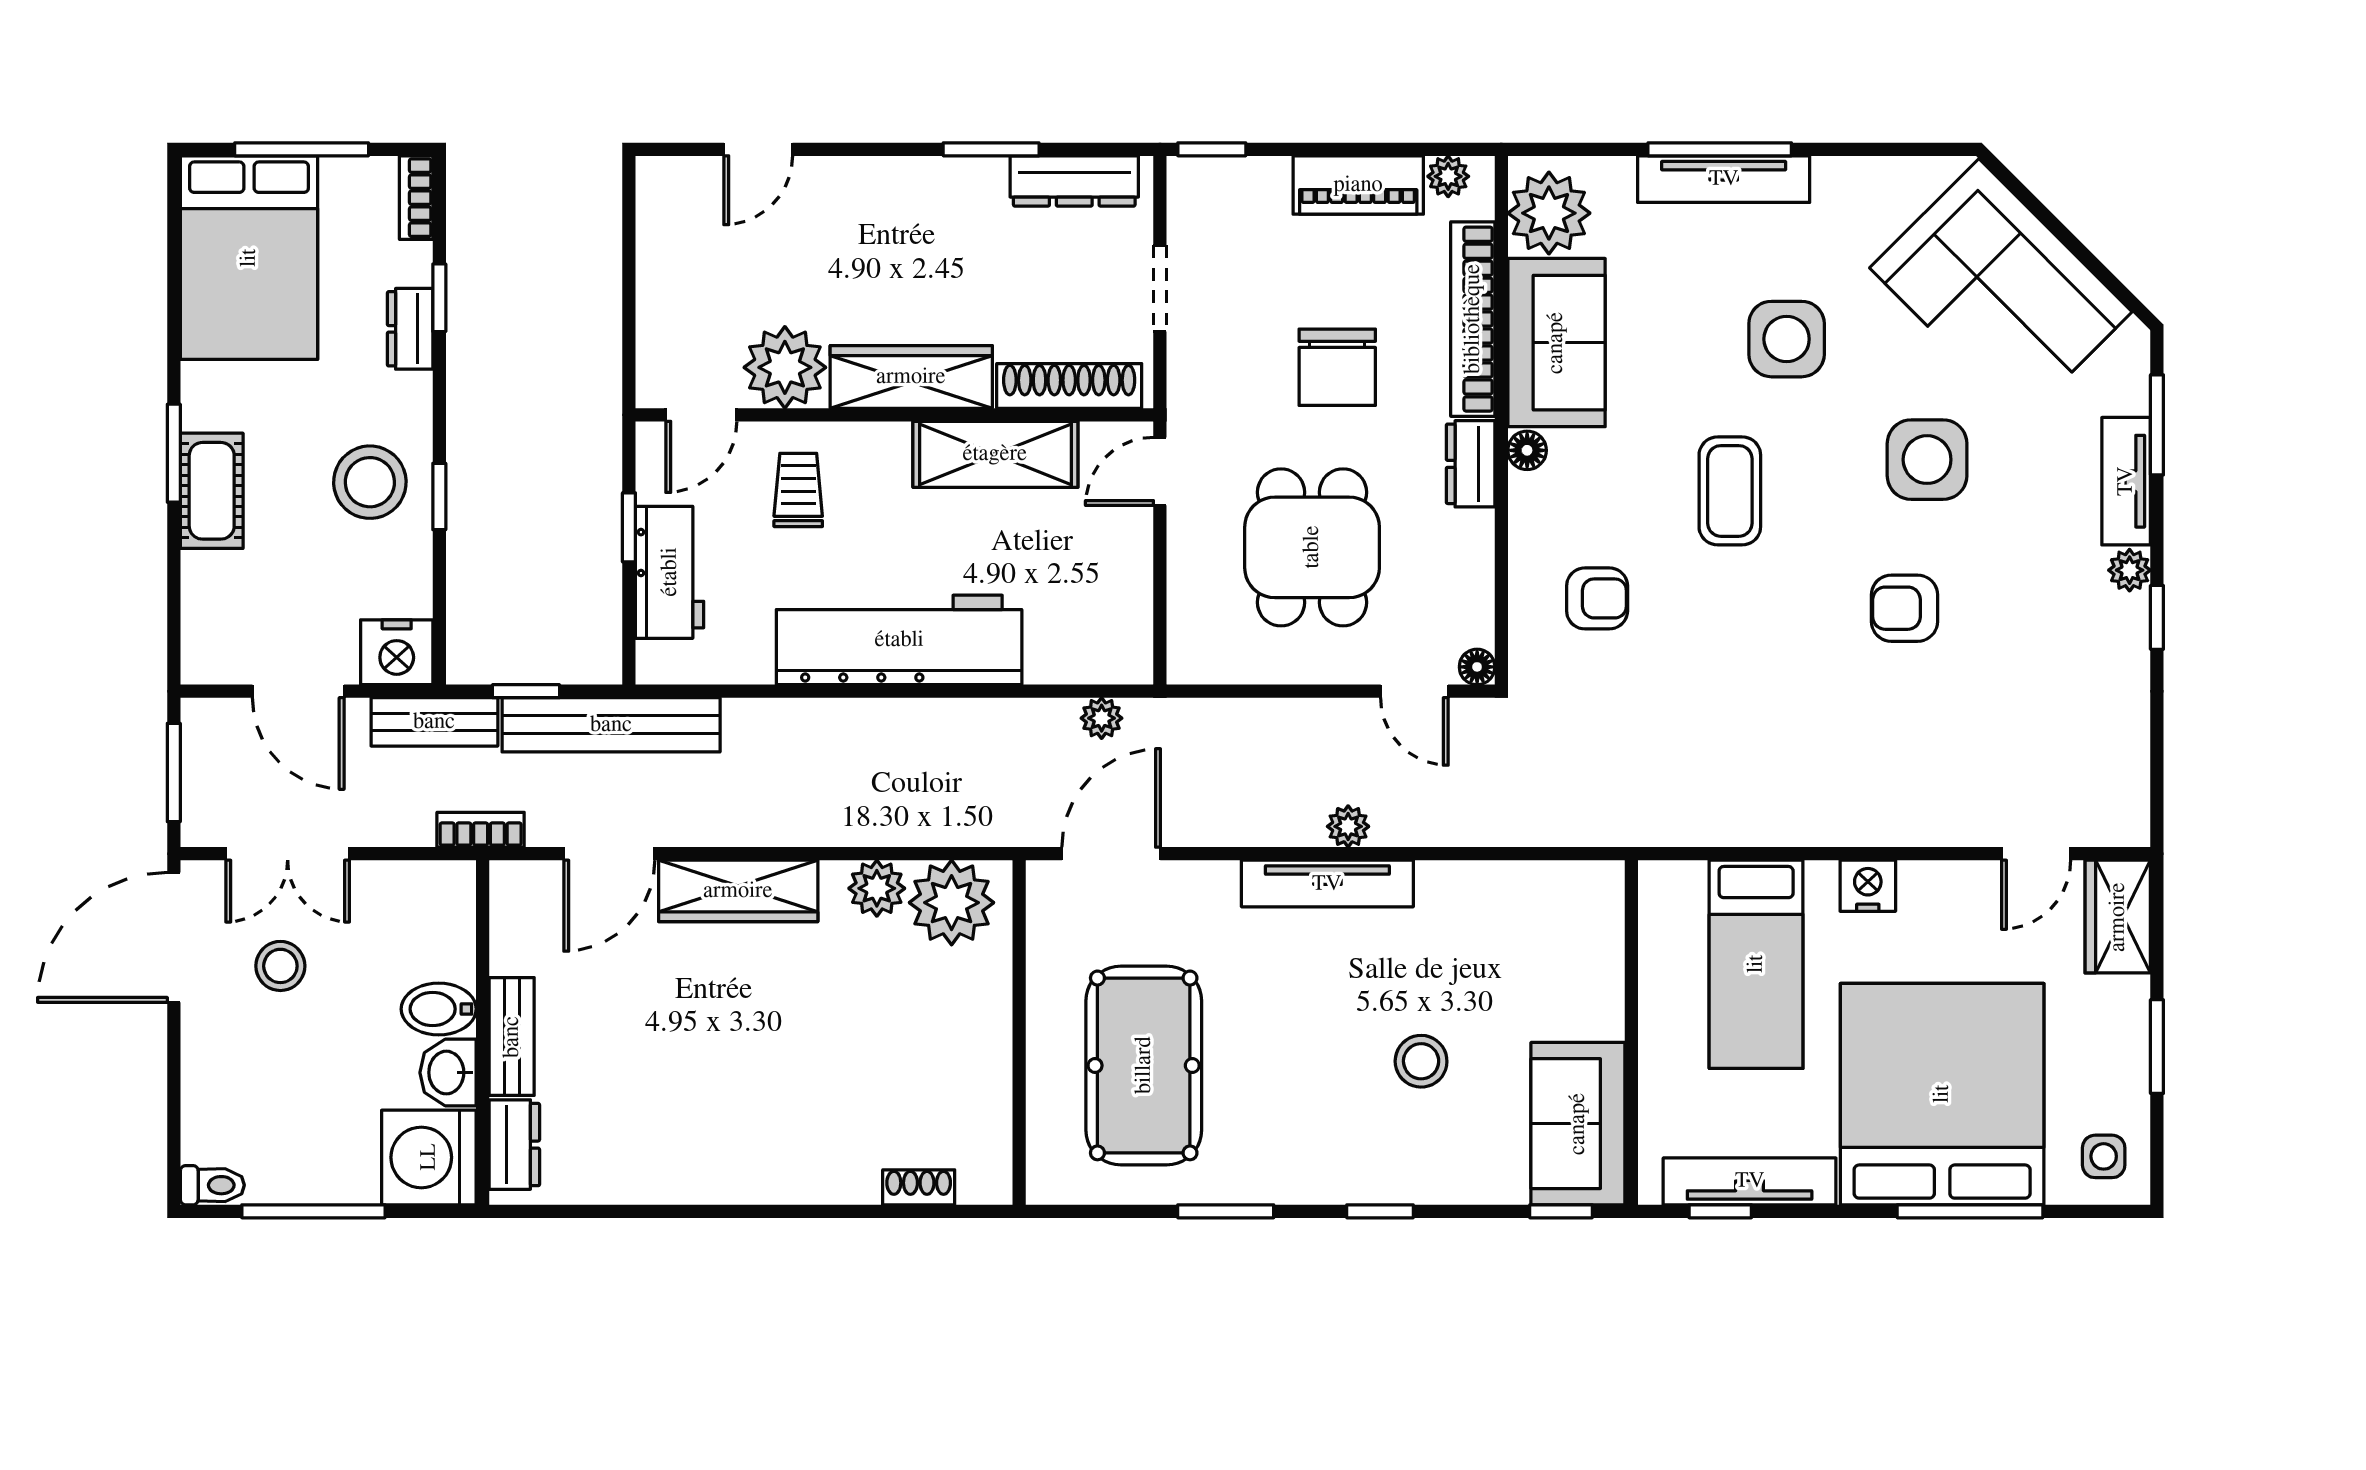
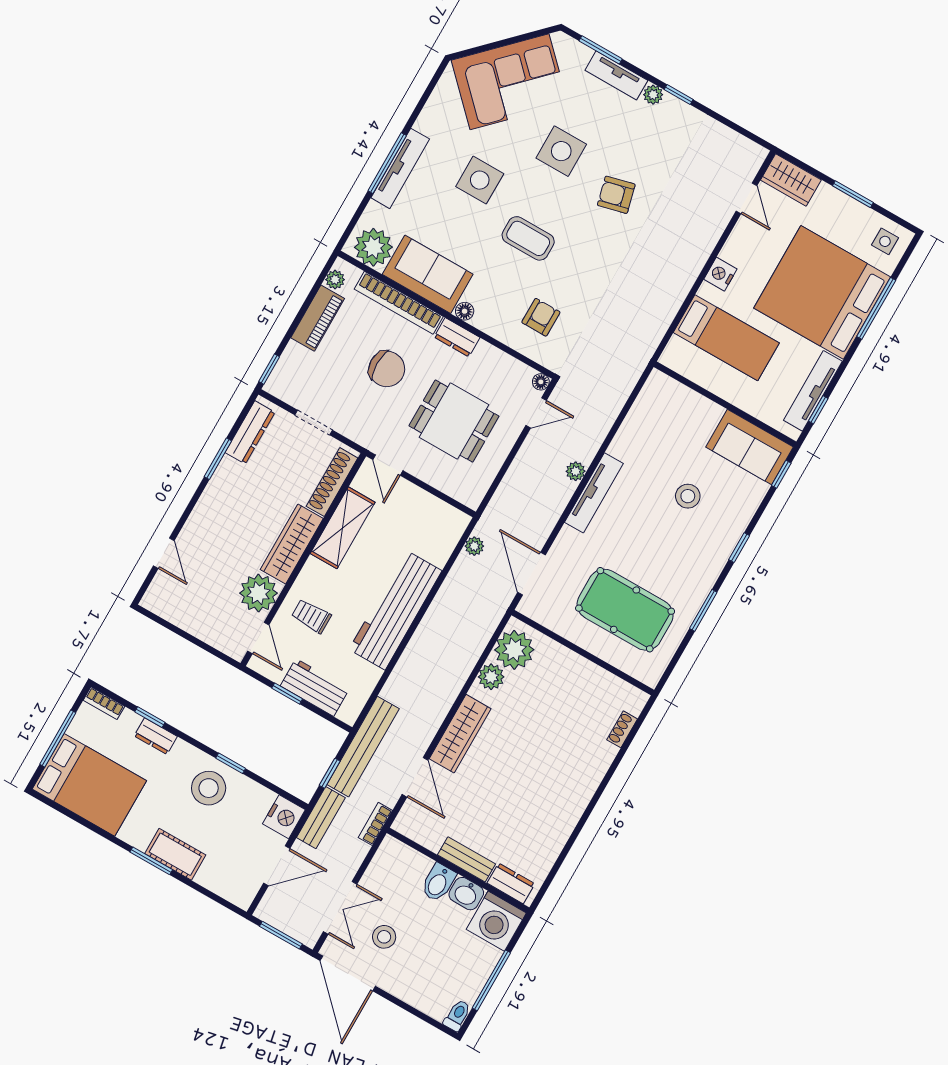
armchair: (1904, 608) -> (616, 195), turned 76

